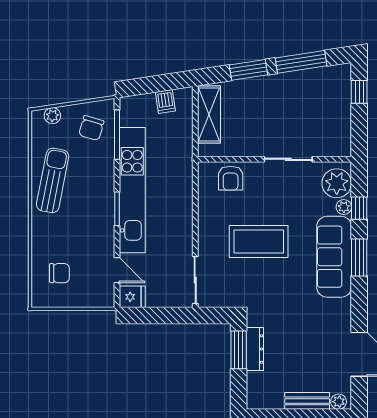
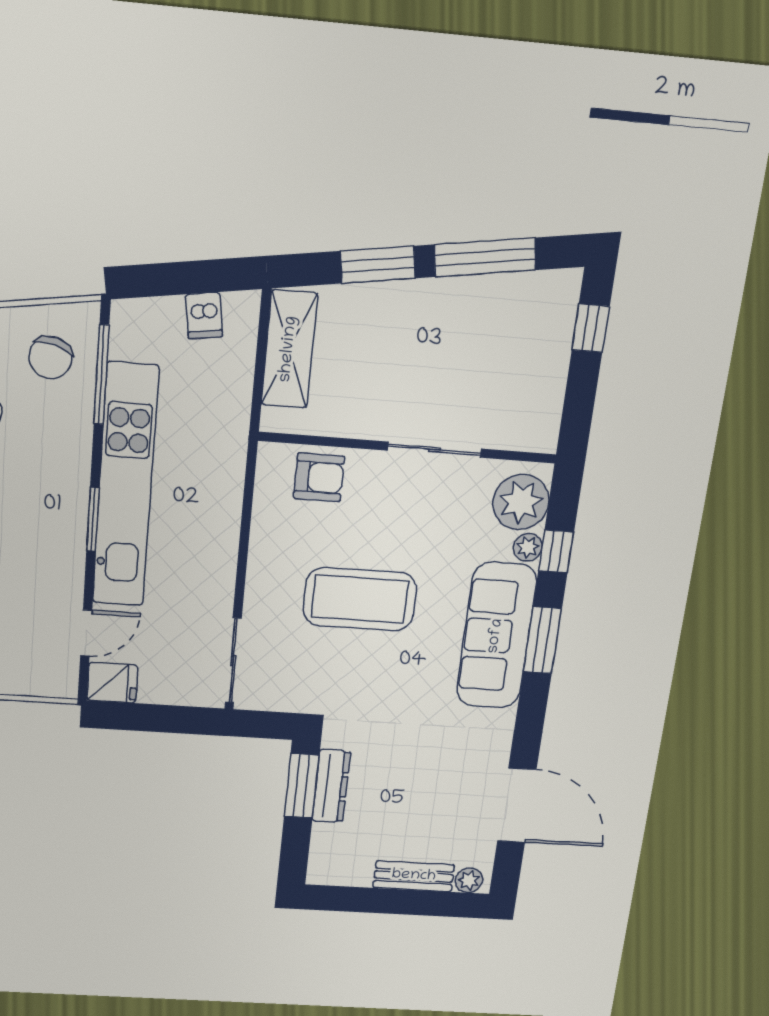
armchair: (231, 178) -> (319, 477), turned -90
door: (117, 270) -> (86, 633), hinge flipped

